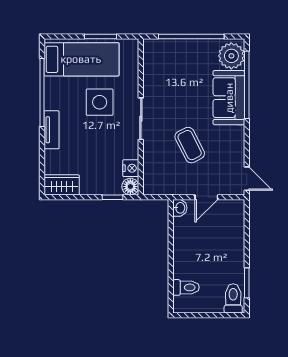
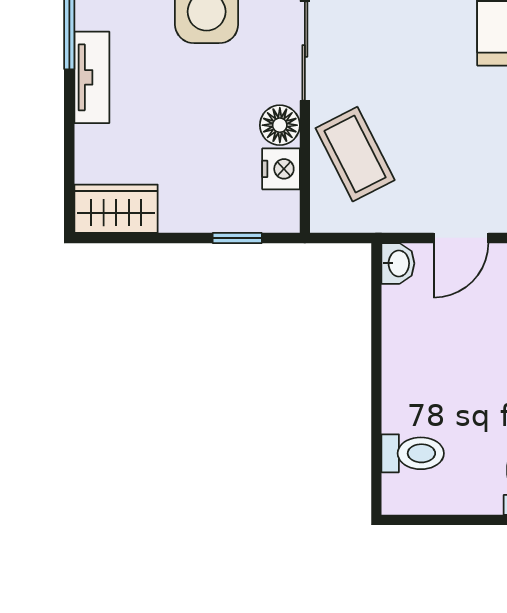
coffee table: (190, 145) -> (355, 154), moved
floor lamp: (130, 187) -> (280, 125), moved

